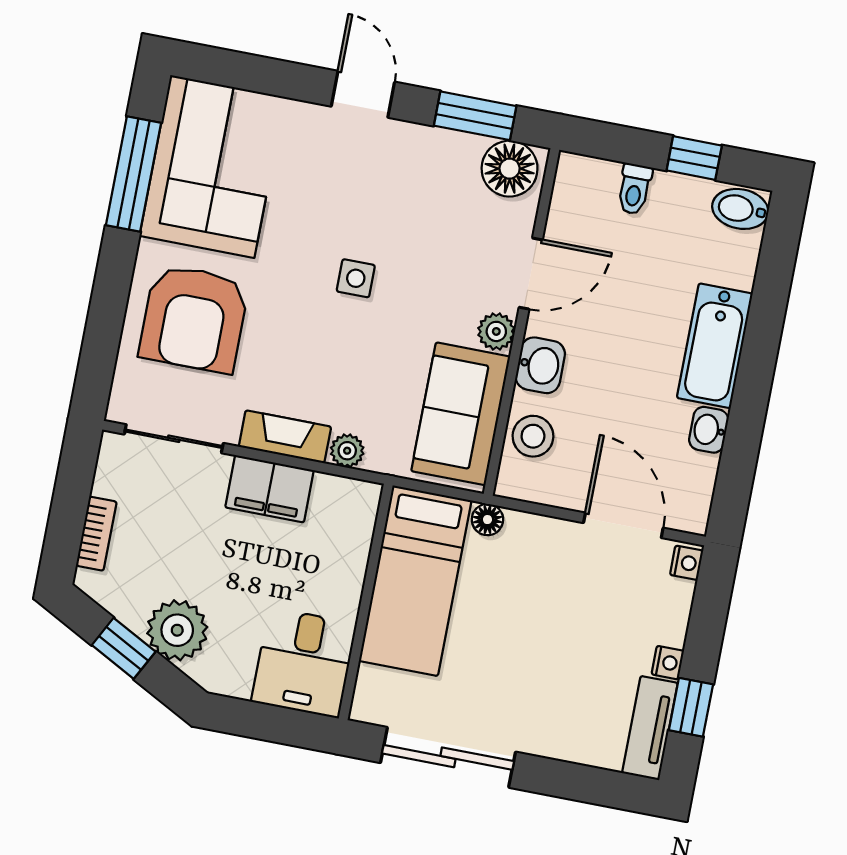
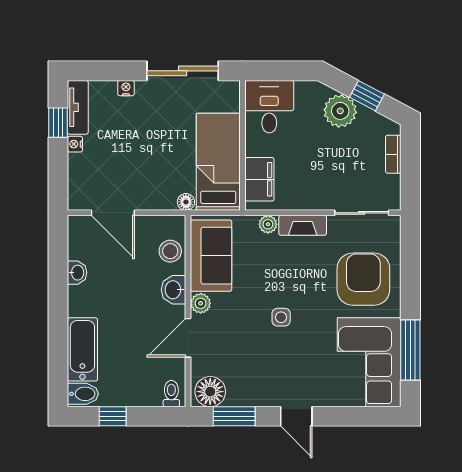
toilet: (634, 189) -> (171, 394), moved
bathtub: (715, 346) -> (82, 349), moved
filing cabinet: (269, 489) -> (259, 179), moved, turned 90
nightstand: (687, 563) -> (126, 88), moved, turned 90

